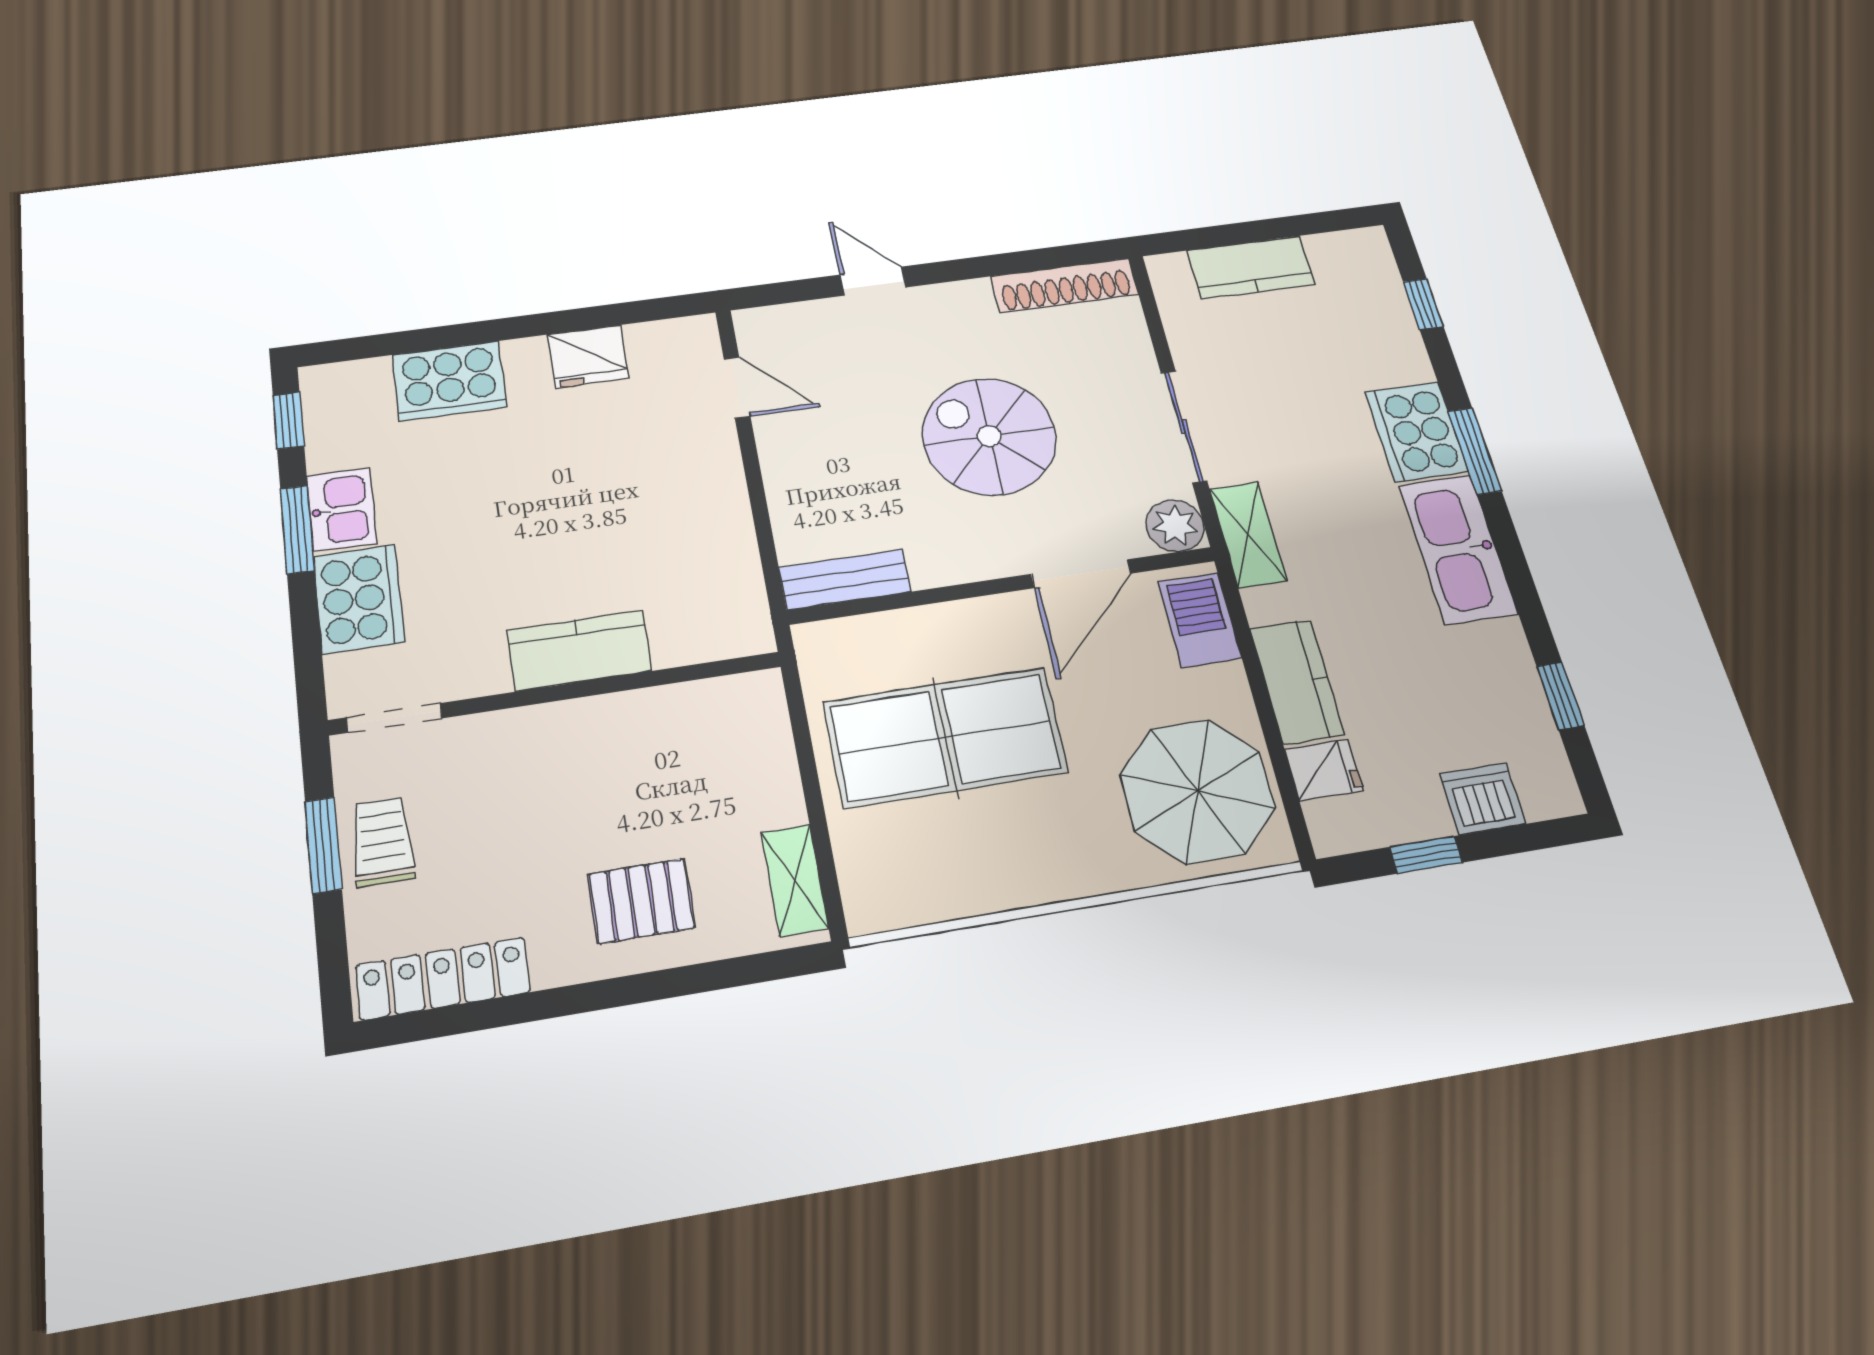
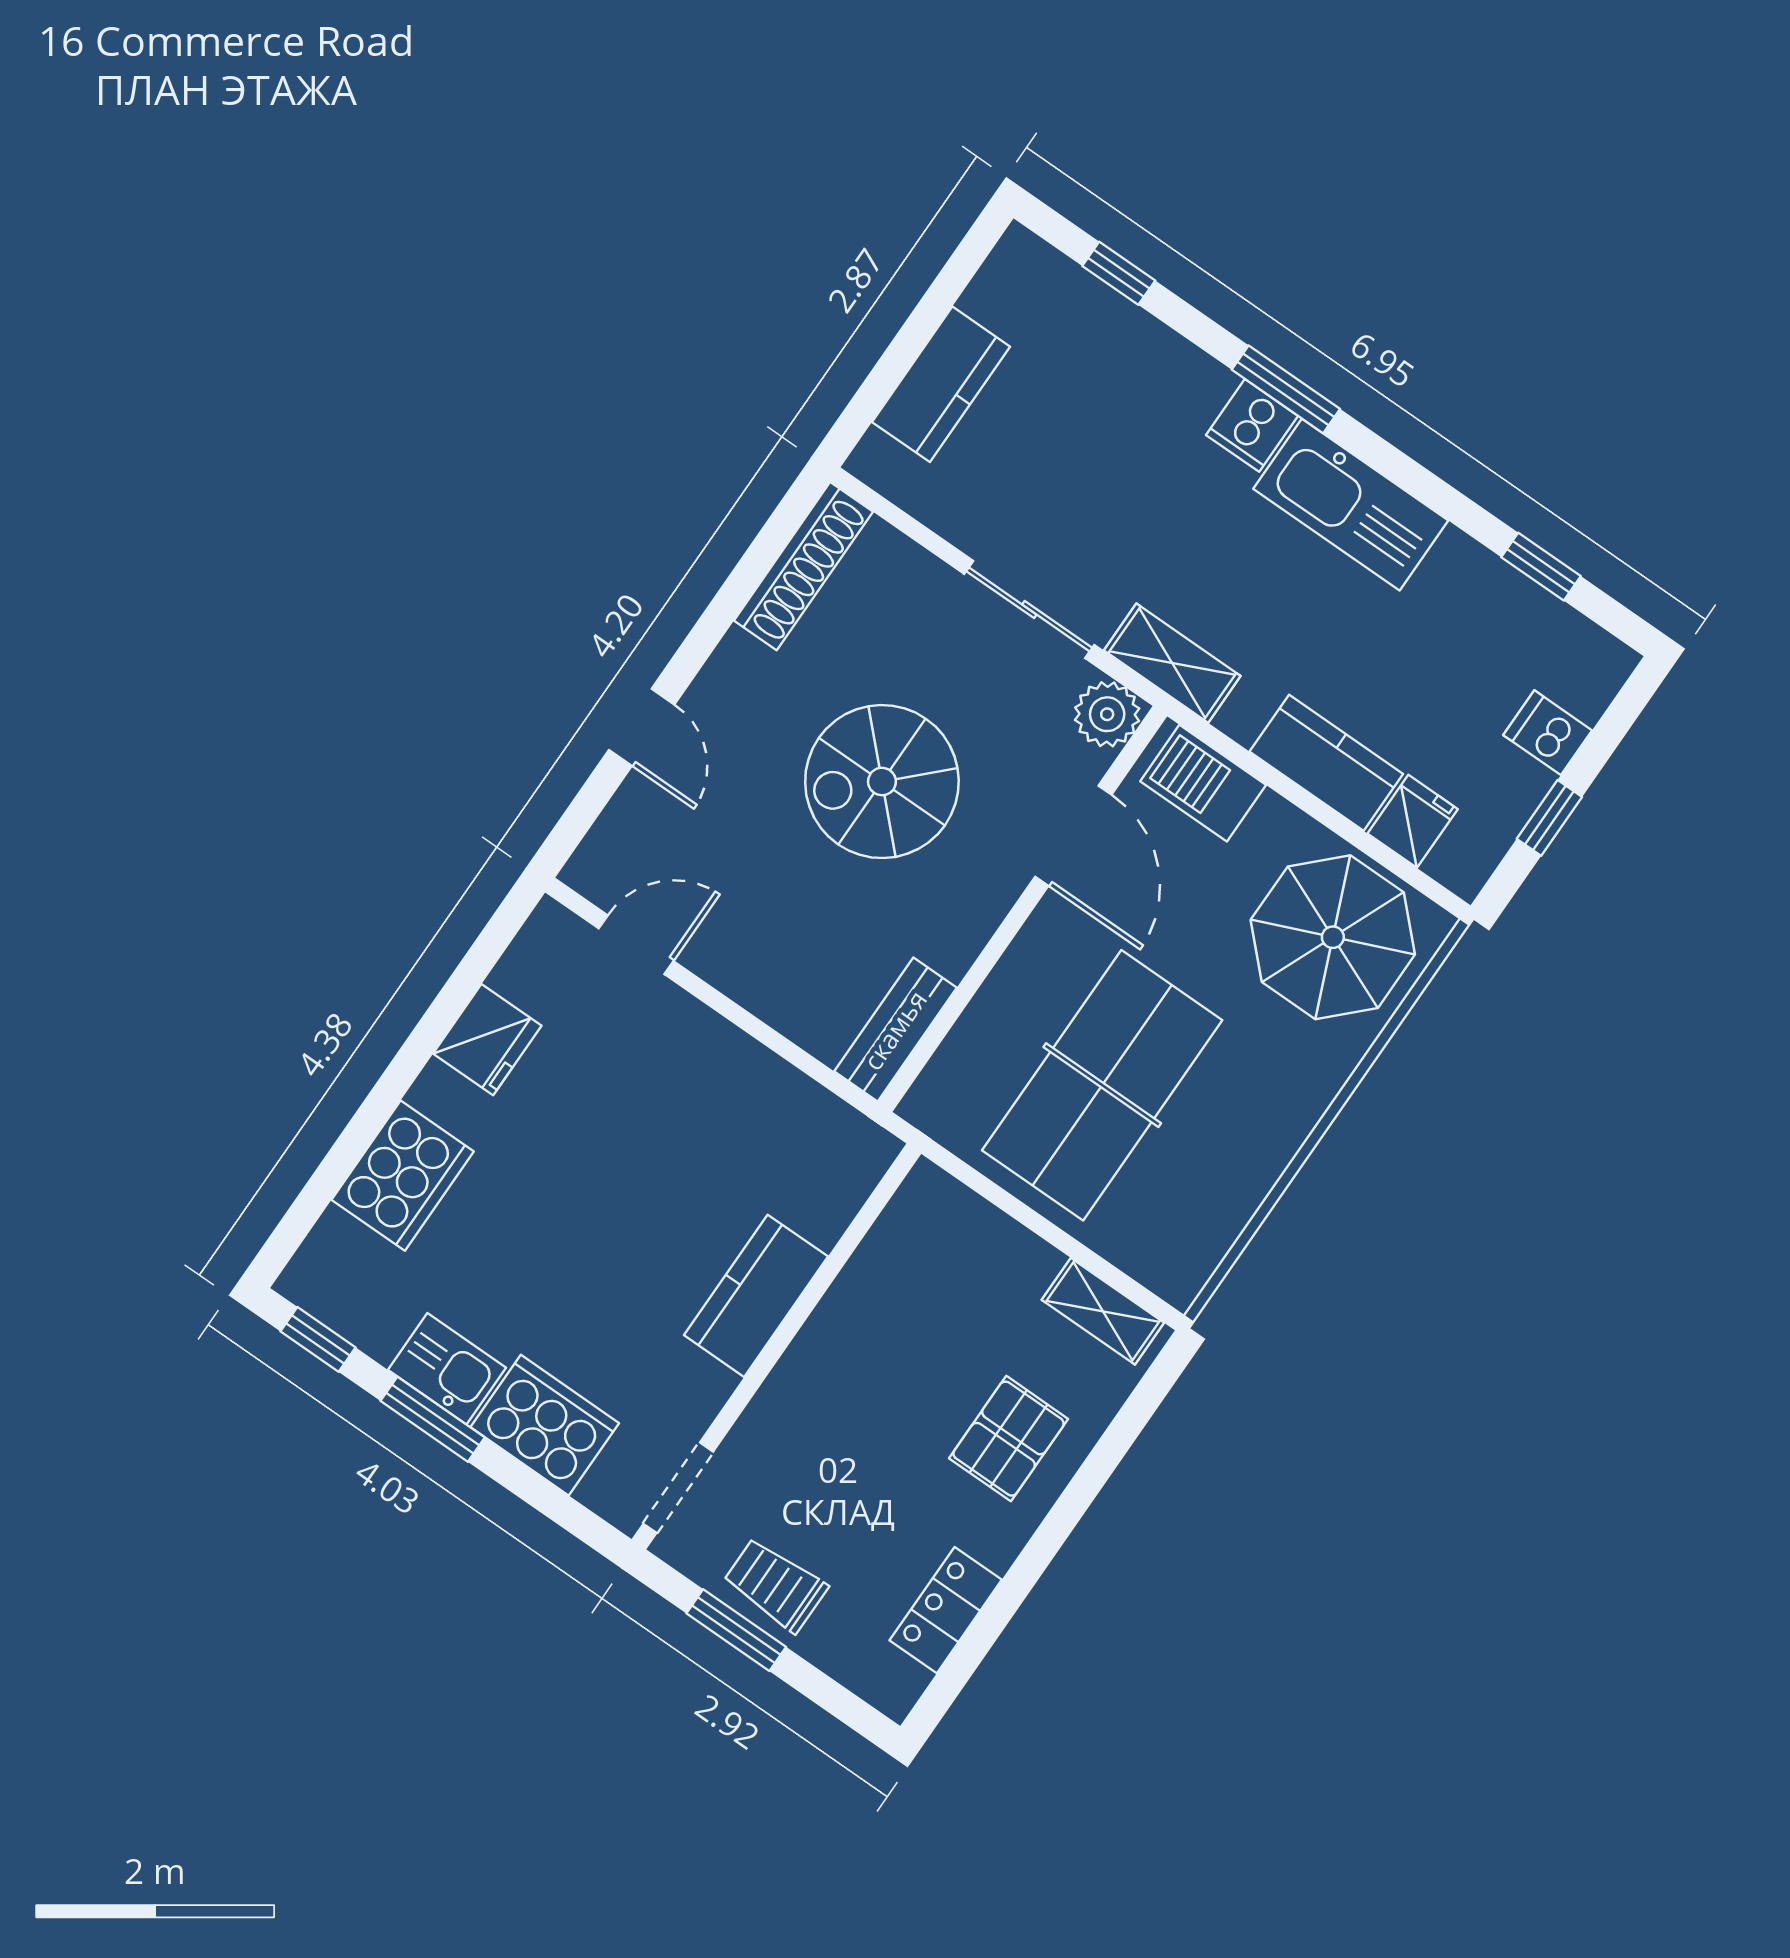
door: (873, 281) -> (642, 727), swing flipped
cooker: (1417, 432) -> (1252, 425), width x0.53, depth x0.76
dishwasher: (1483, 799) -> (1548, 733), width x0.73
locker: (443, 979) -> (946, 1610), width x0.66

